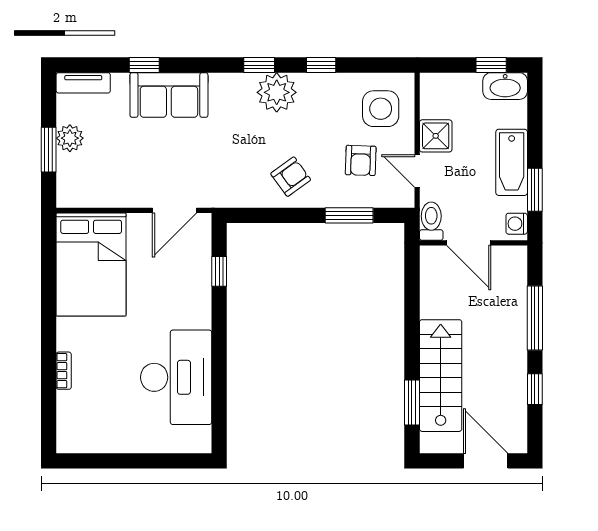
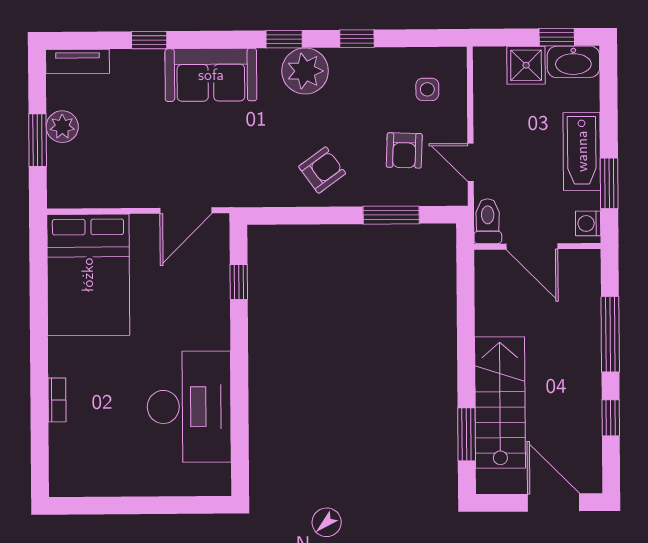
sofa: (169, 95) -> (211, 75), moved
side table: (381, 109) -> (427, 89), width x0.54, depth x0.54
shower: (436, 136) -> (526, 65), moved

